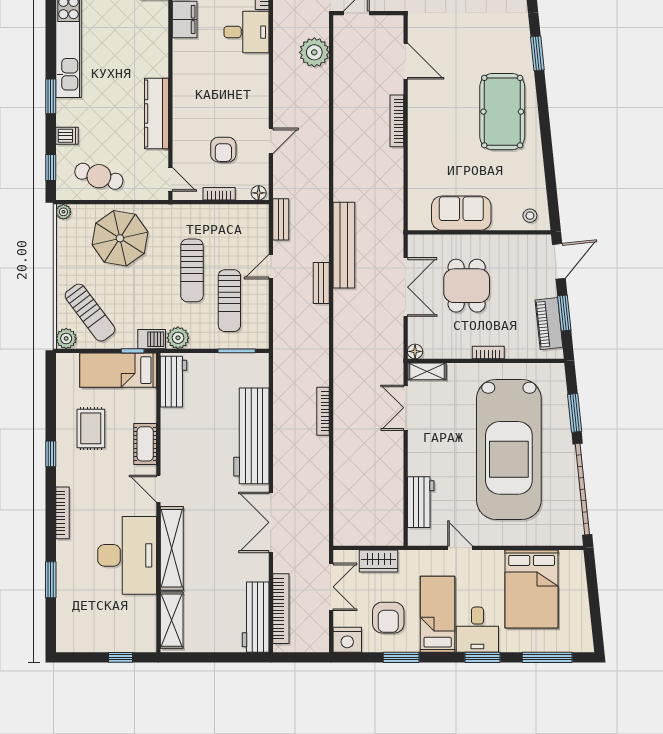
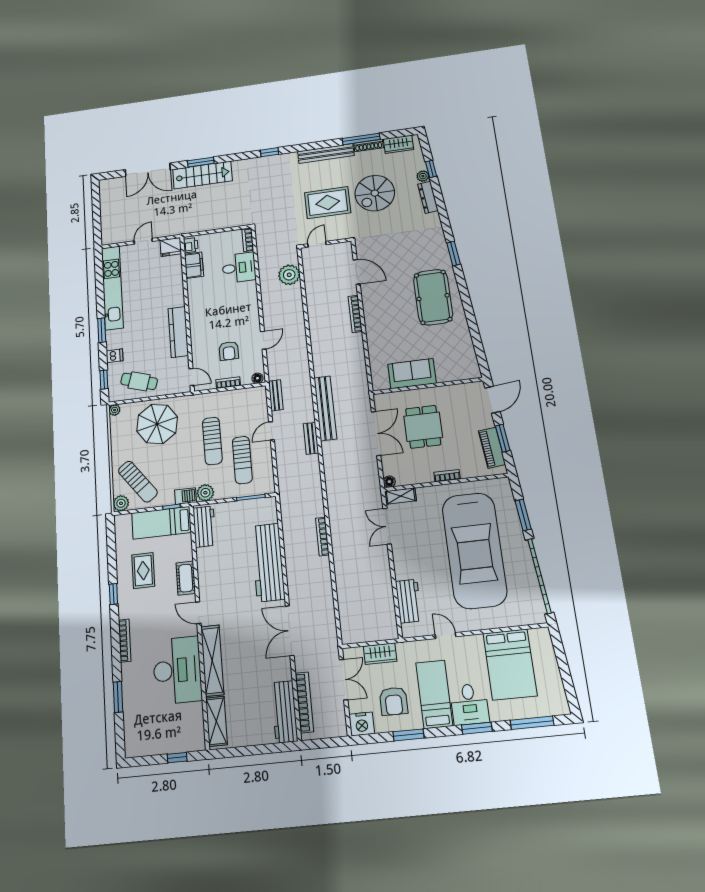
stool: (530, 216) -> (465, 369), removed

